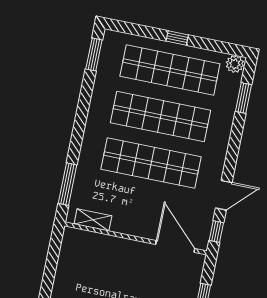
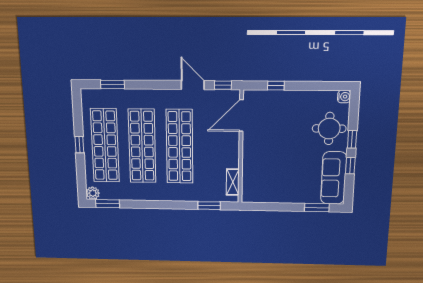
plant: (235, 64) -> (93, 193), moved
window: (68, 184) -> (209, 206), width x0.69

